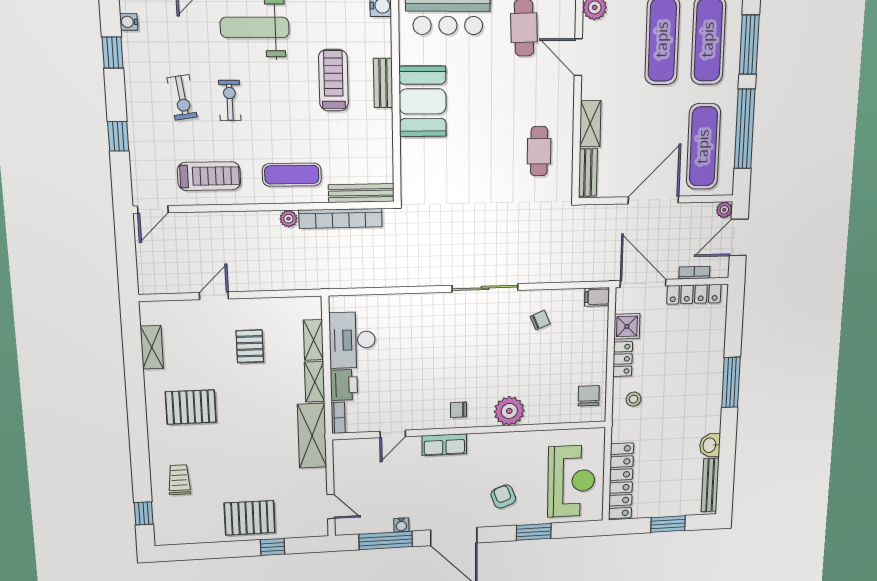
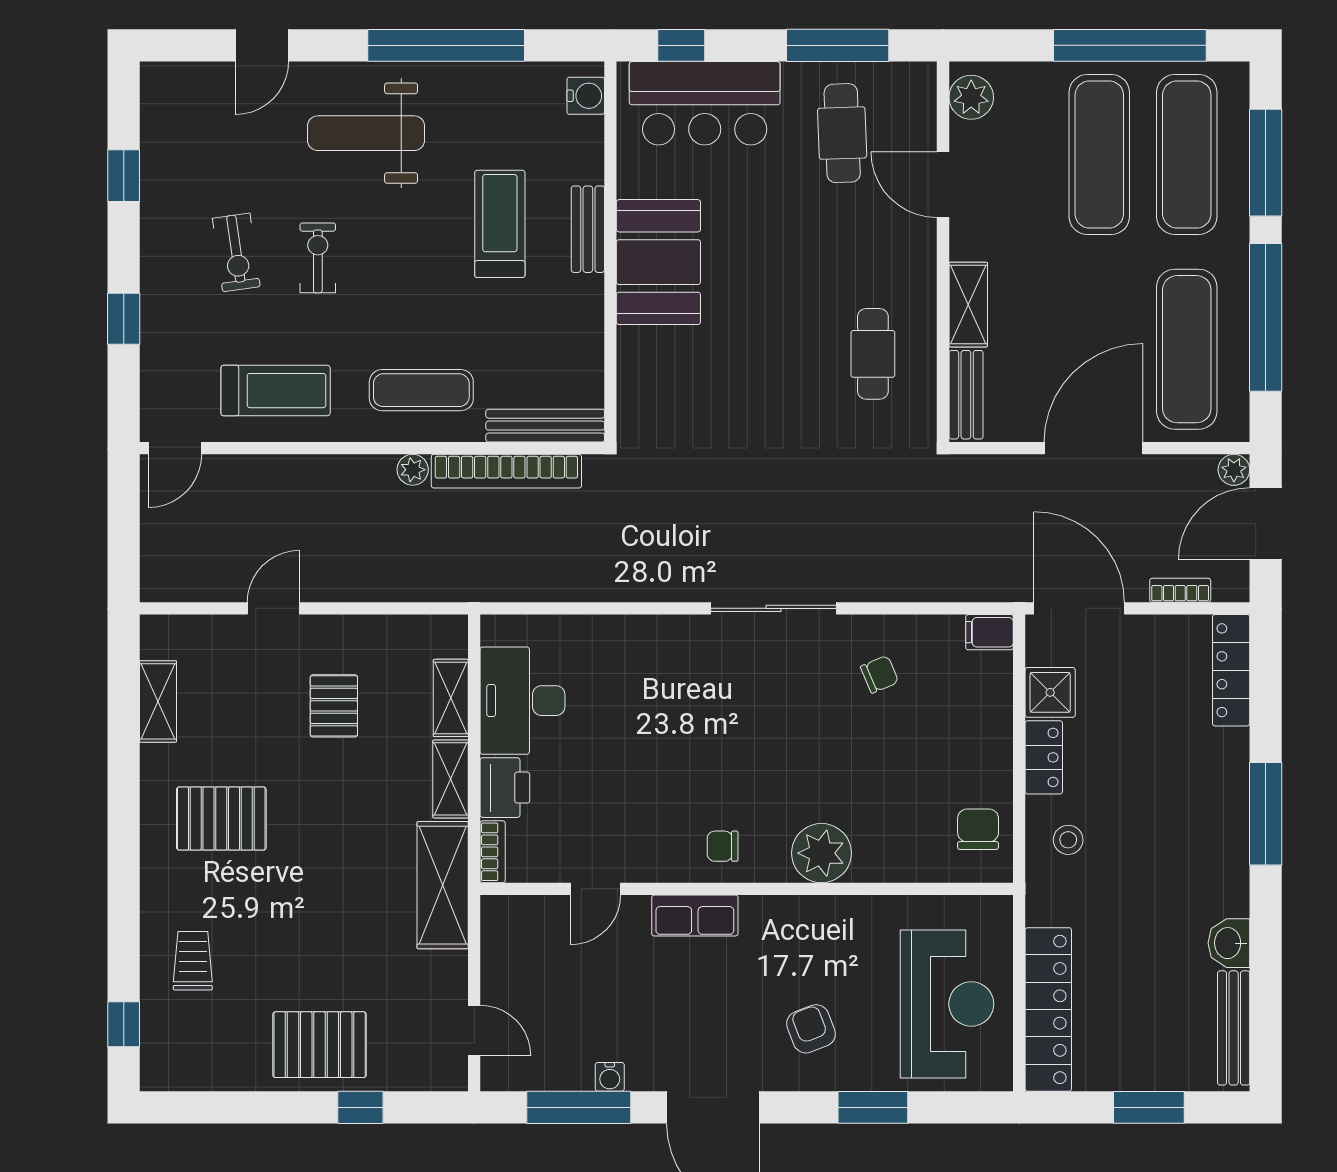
water cooler: (129, 22) -> (154, 124), removed
locker: (694, 294) -> (1231, 670), moved, turned 90

